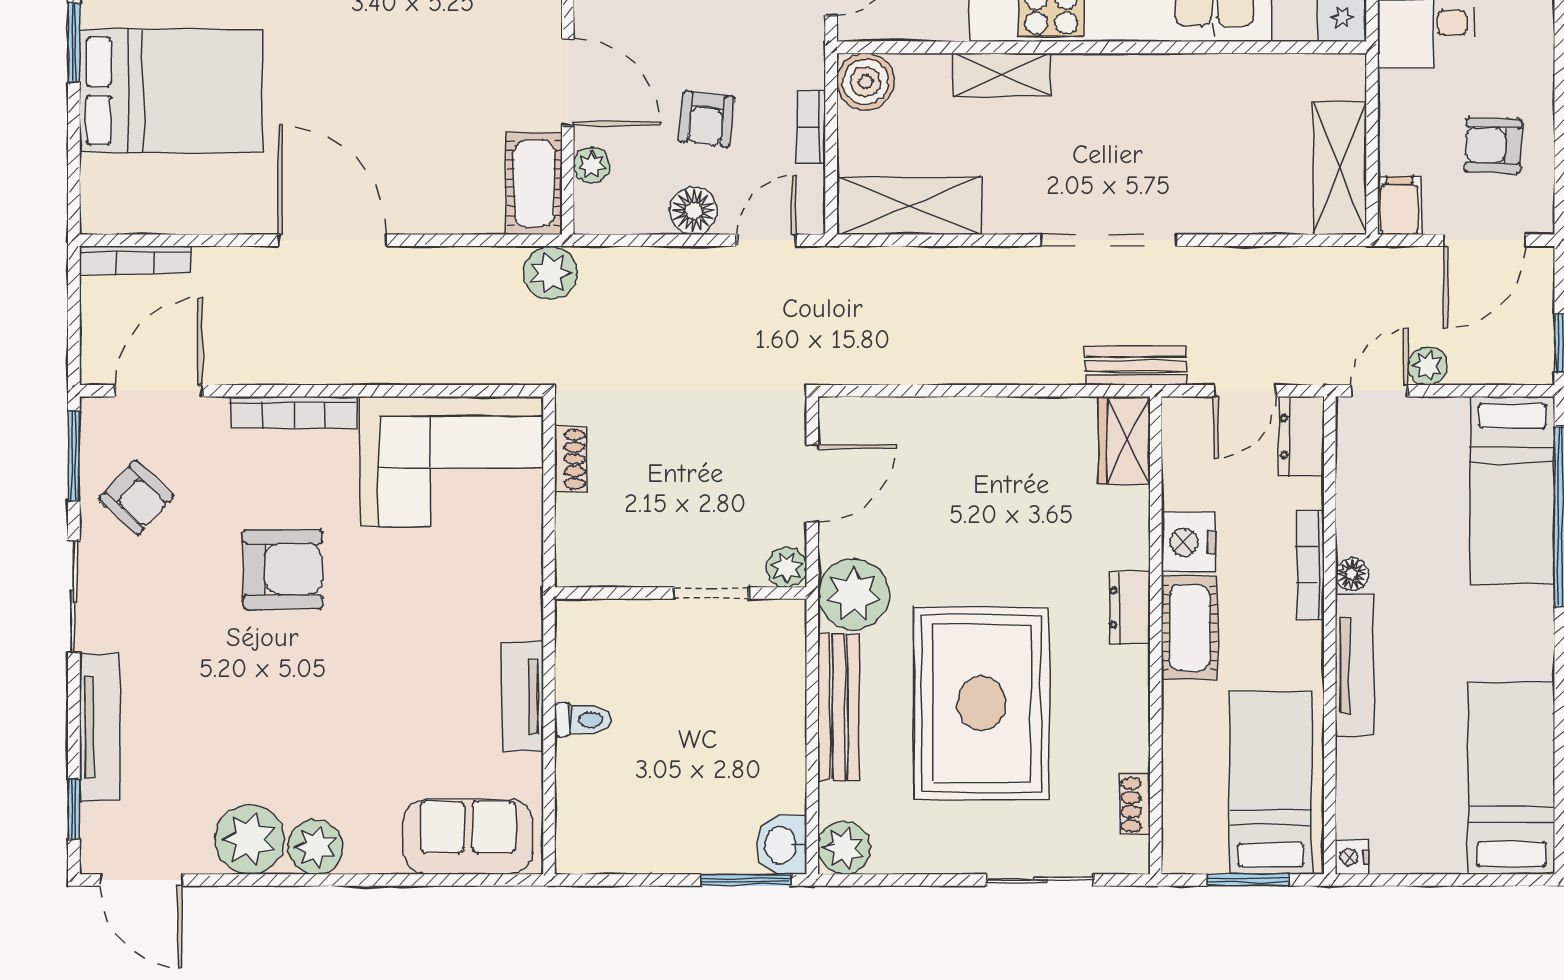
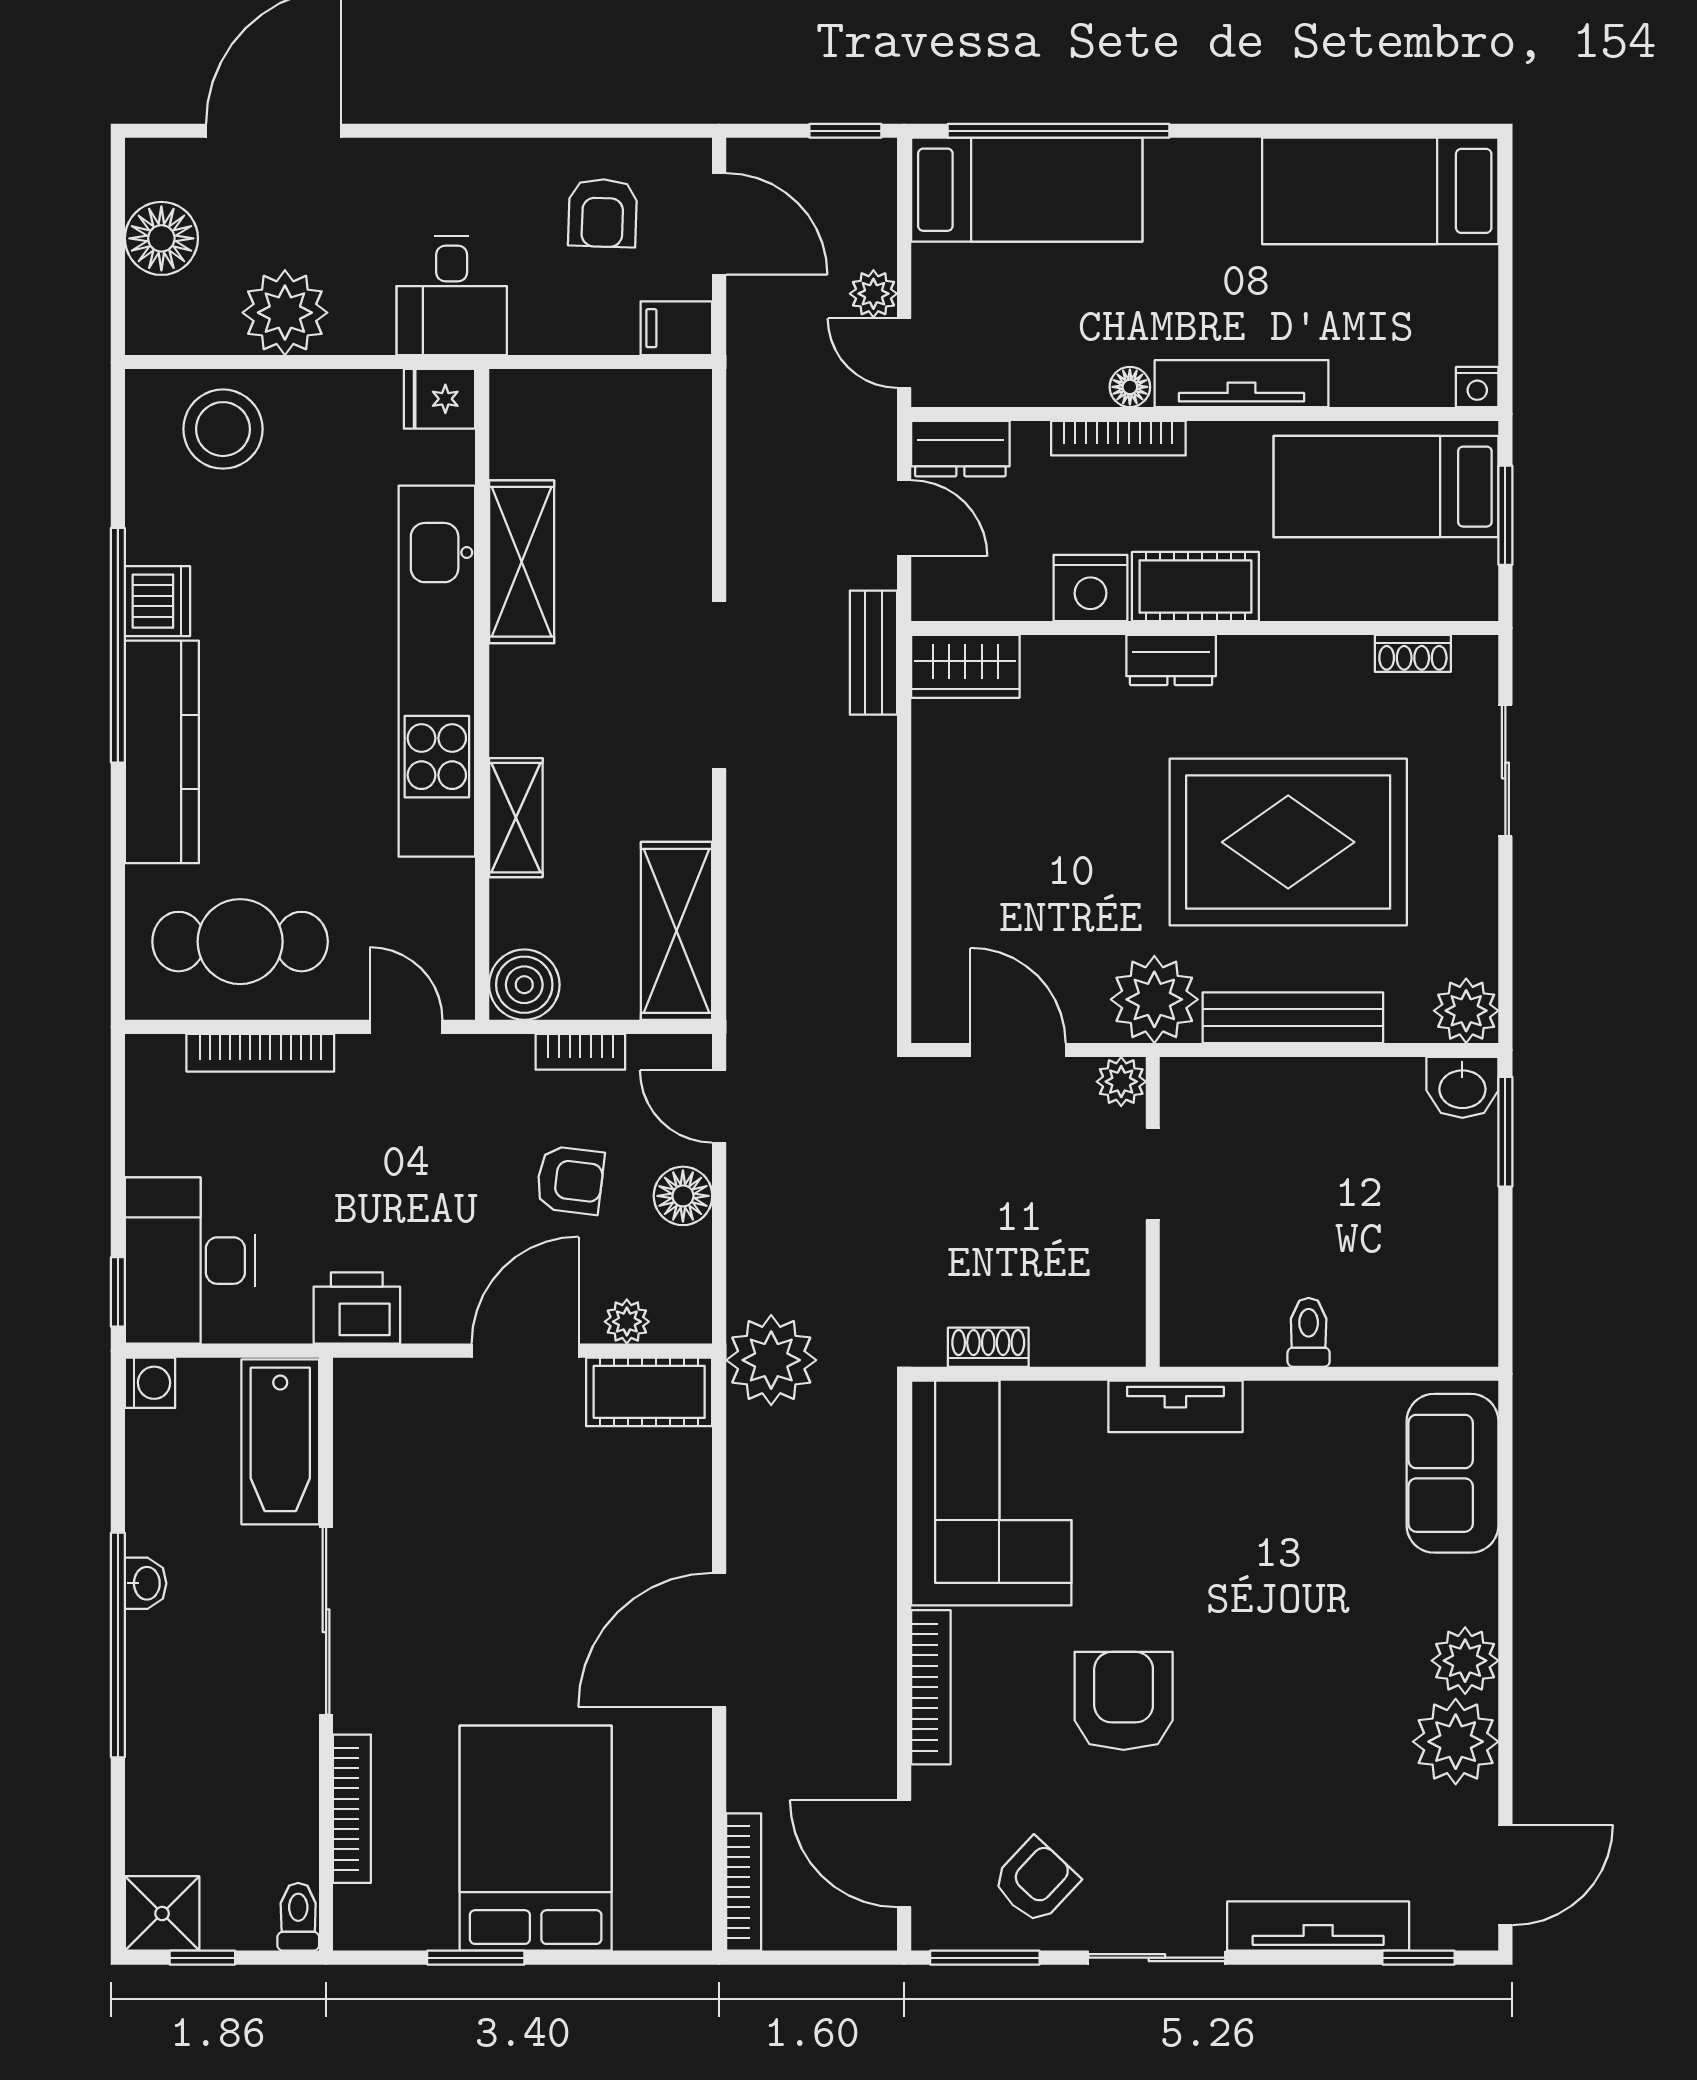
shelving: (1340, 168) -> (522, 562), moved, turned 90
plant: (550, 273) -> (771, 1360), width x1.36, depth x1.36
tv unit: (522, 697) -> (1175, 1406), moved

